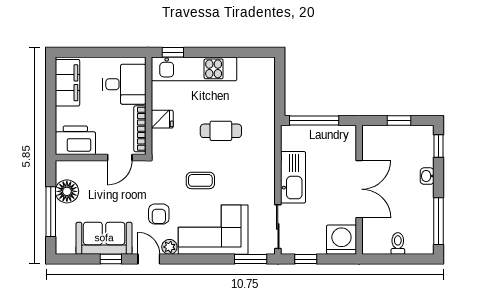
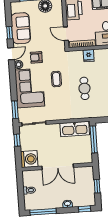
kitchen sink: (293, 177) -> (75, 129), moved

